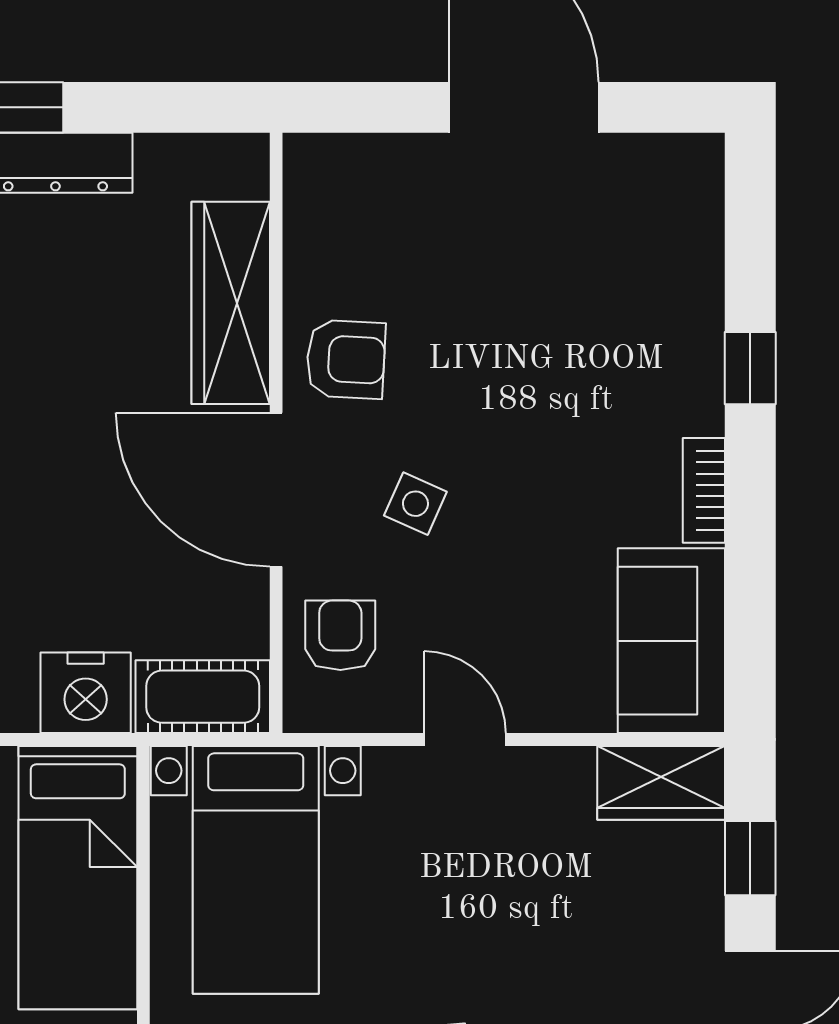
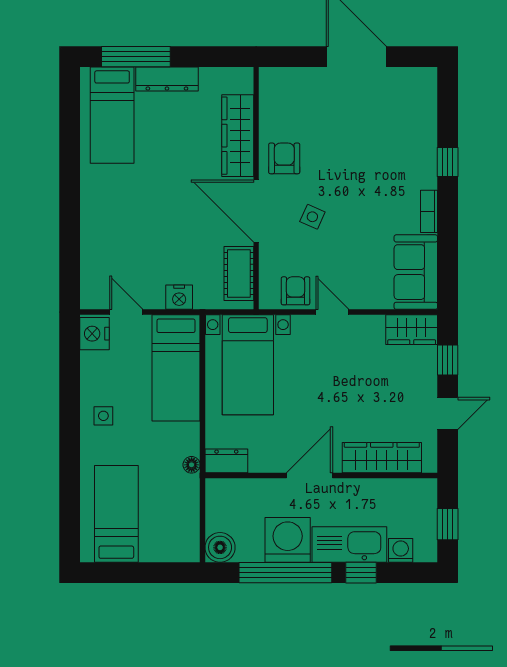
armchair: (346, 359) -> (284, 158), turned -93
armchair: (340, 635) -> (295, 291), moved
nightstand: (86, 693) -> (179, 297), width x0.74, depth x0.75
cot: (203, 697) -> (239, 273), moved, turned 90

